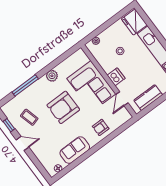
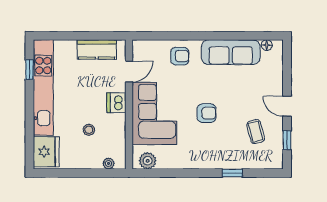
plant: (52, 76) -> (148, 161), moved
window: (25, 85) -> (232, 173), width x0.46
armchair: (63, 107) -> (207, 113), width x0.53, depth x0.53
sofa: (75, 150) -> (231, 52), width x1.36

